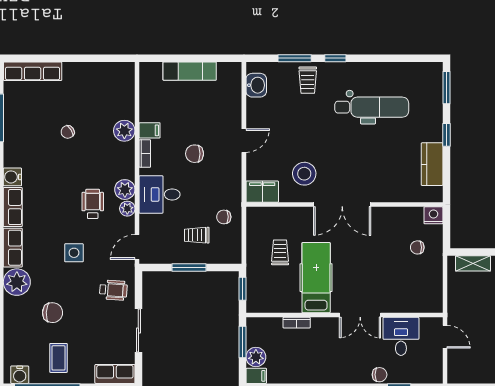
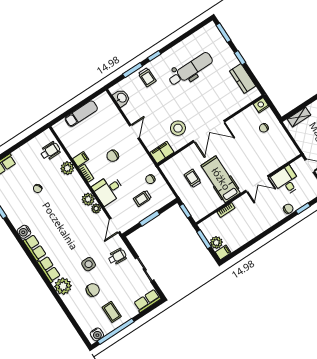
wheelchair: (93, 204) -> (50, 151), moved, turned 90
side table: (74, 253) -> (89, 264), moved

